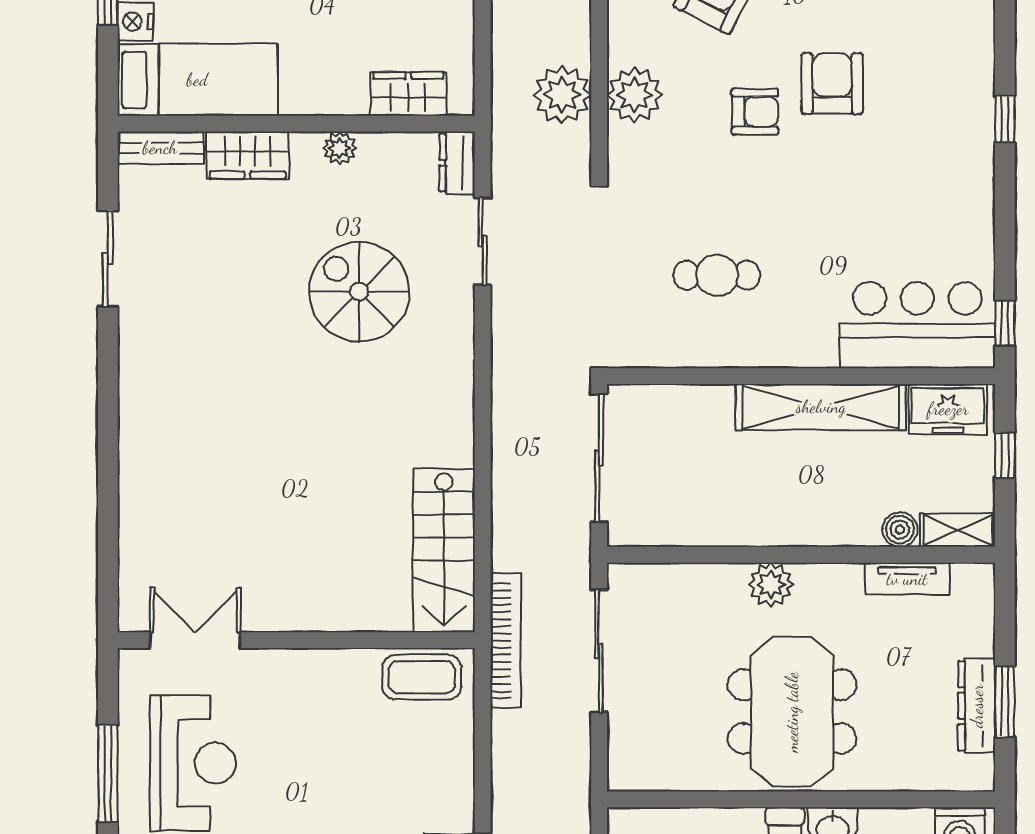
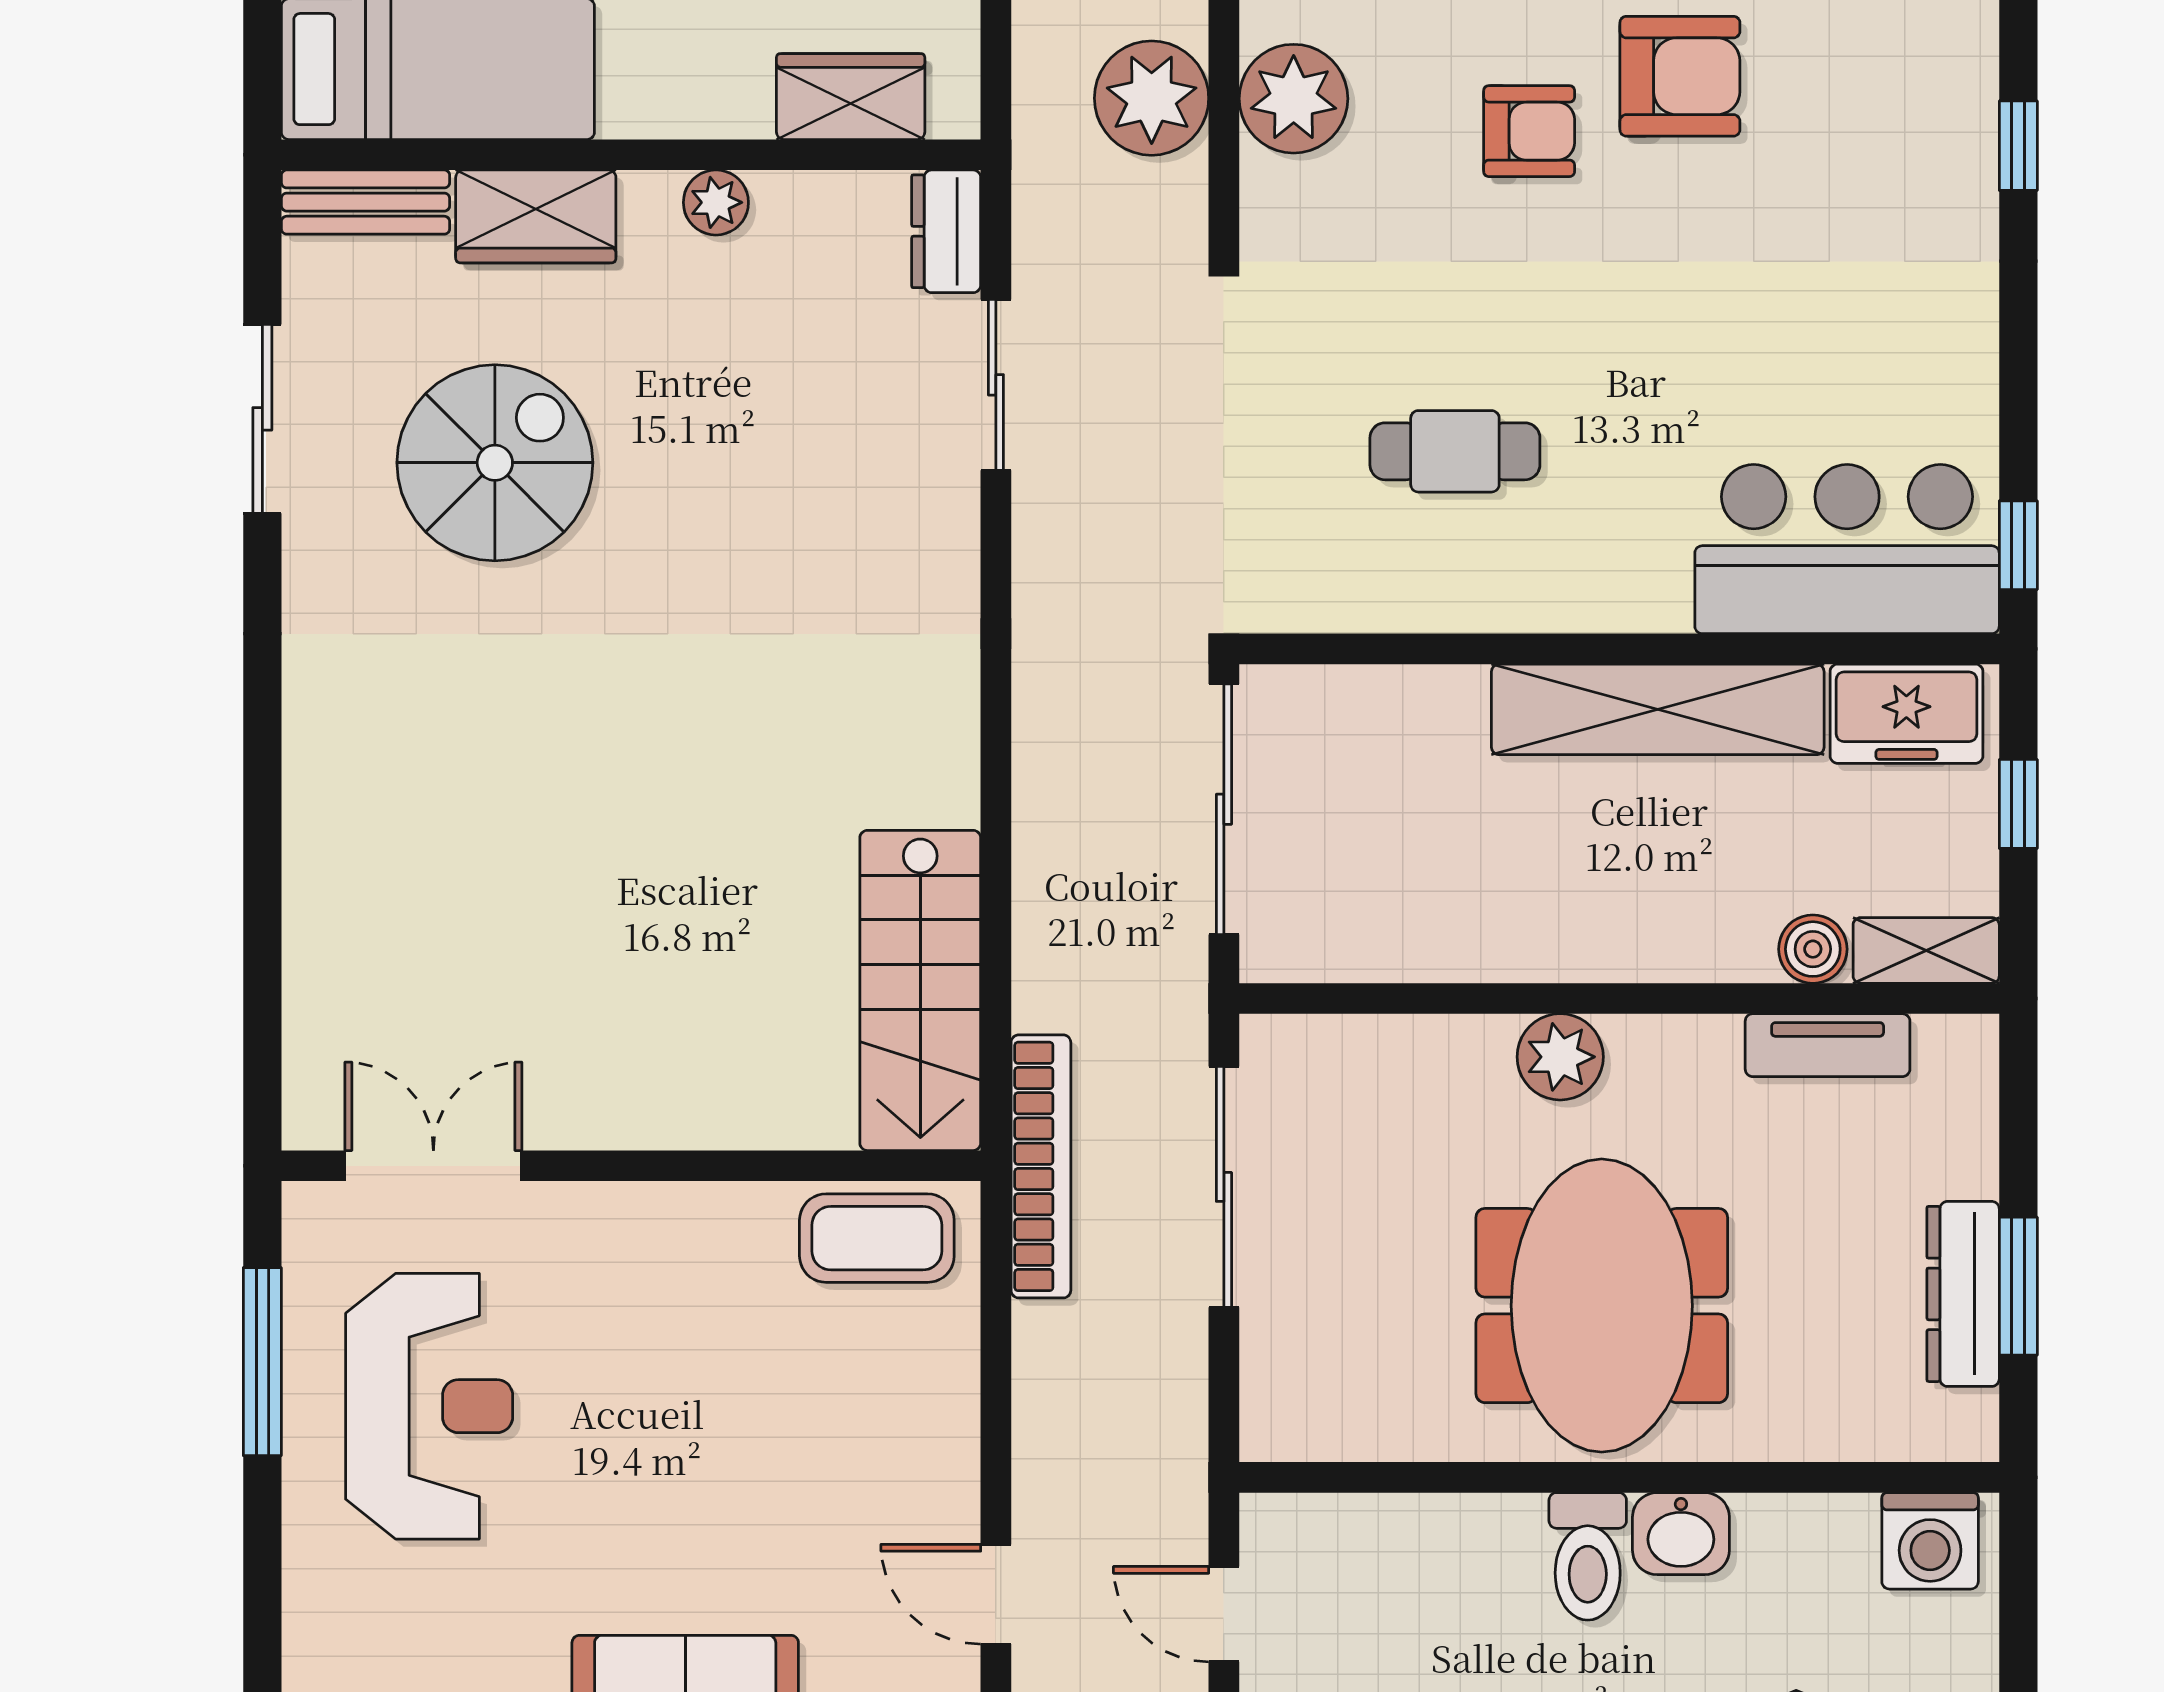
armchair: (832, 84) -> (1680, 76), turned 90
spiral stairs: (359, 292) -> (495, 463), moved, turned 90
window: (108, 773) -> (262, 1362), moved

